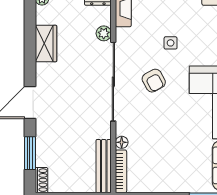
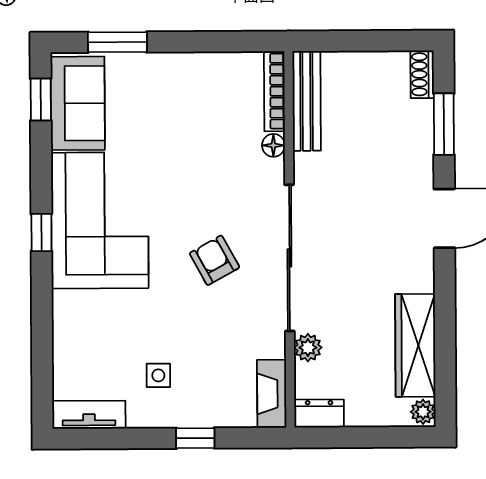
side table: (171, 43) -> (158, 375), moved
wardrobe: (46, 44) -> (415, 345), width x1.50

